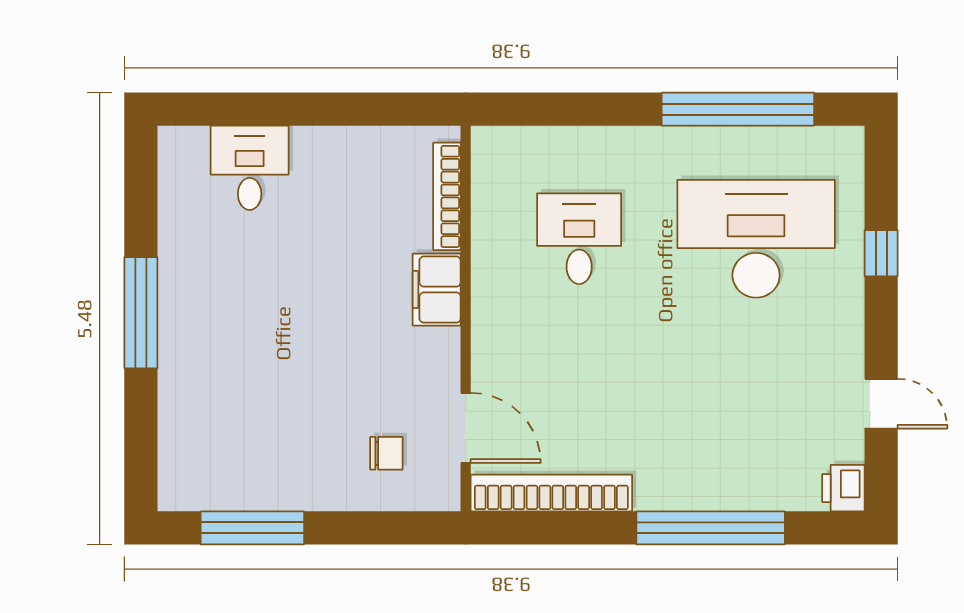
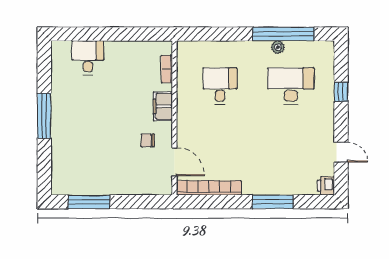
plant: (724, 142) -> (278, 47), added
bookcase: (447, 196) -> (167, 69), width x0.64
desk: (756, 239) -> (291, 86), width x0.73, depth x0.77
chair: (386, 453) -> (148, 140), moved, turned 180
window: (711, 528) -> (273, 202), width x0.68

